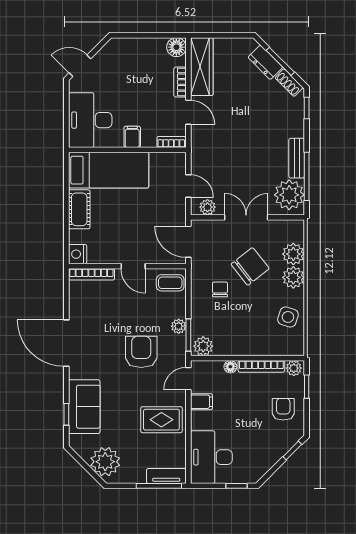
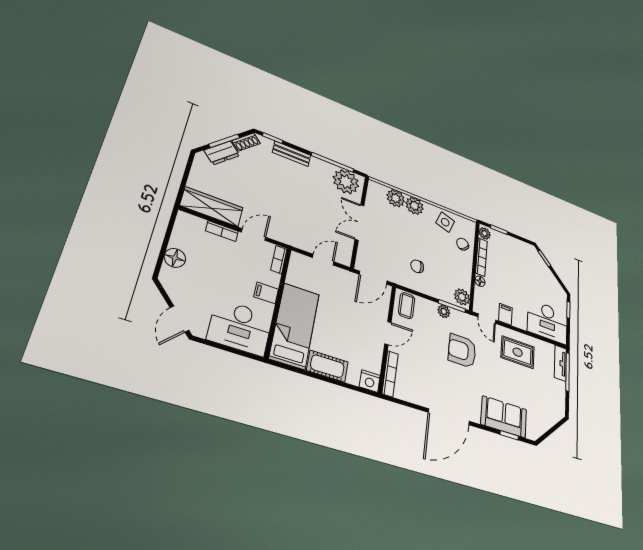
floor lamp: (176, 47) -> (175, 258), moved
bench: (297, 158) -> (292, 154), moved
plant: (207, 207) -> (345, 250), removed
chair: (250, 266) -> (463, 244), moved, width x0.54, depth x0.54
armchair: (283, 409) -> (514, 253), removed
rug: (161, 420) -> (518, 352), turned 90
plant: (105, 462) -> (548, 412), removed

